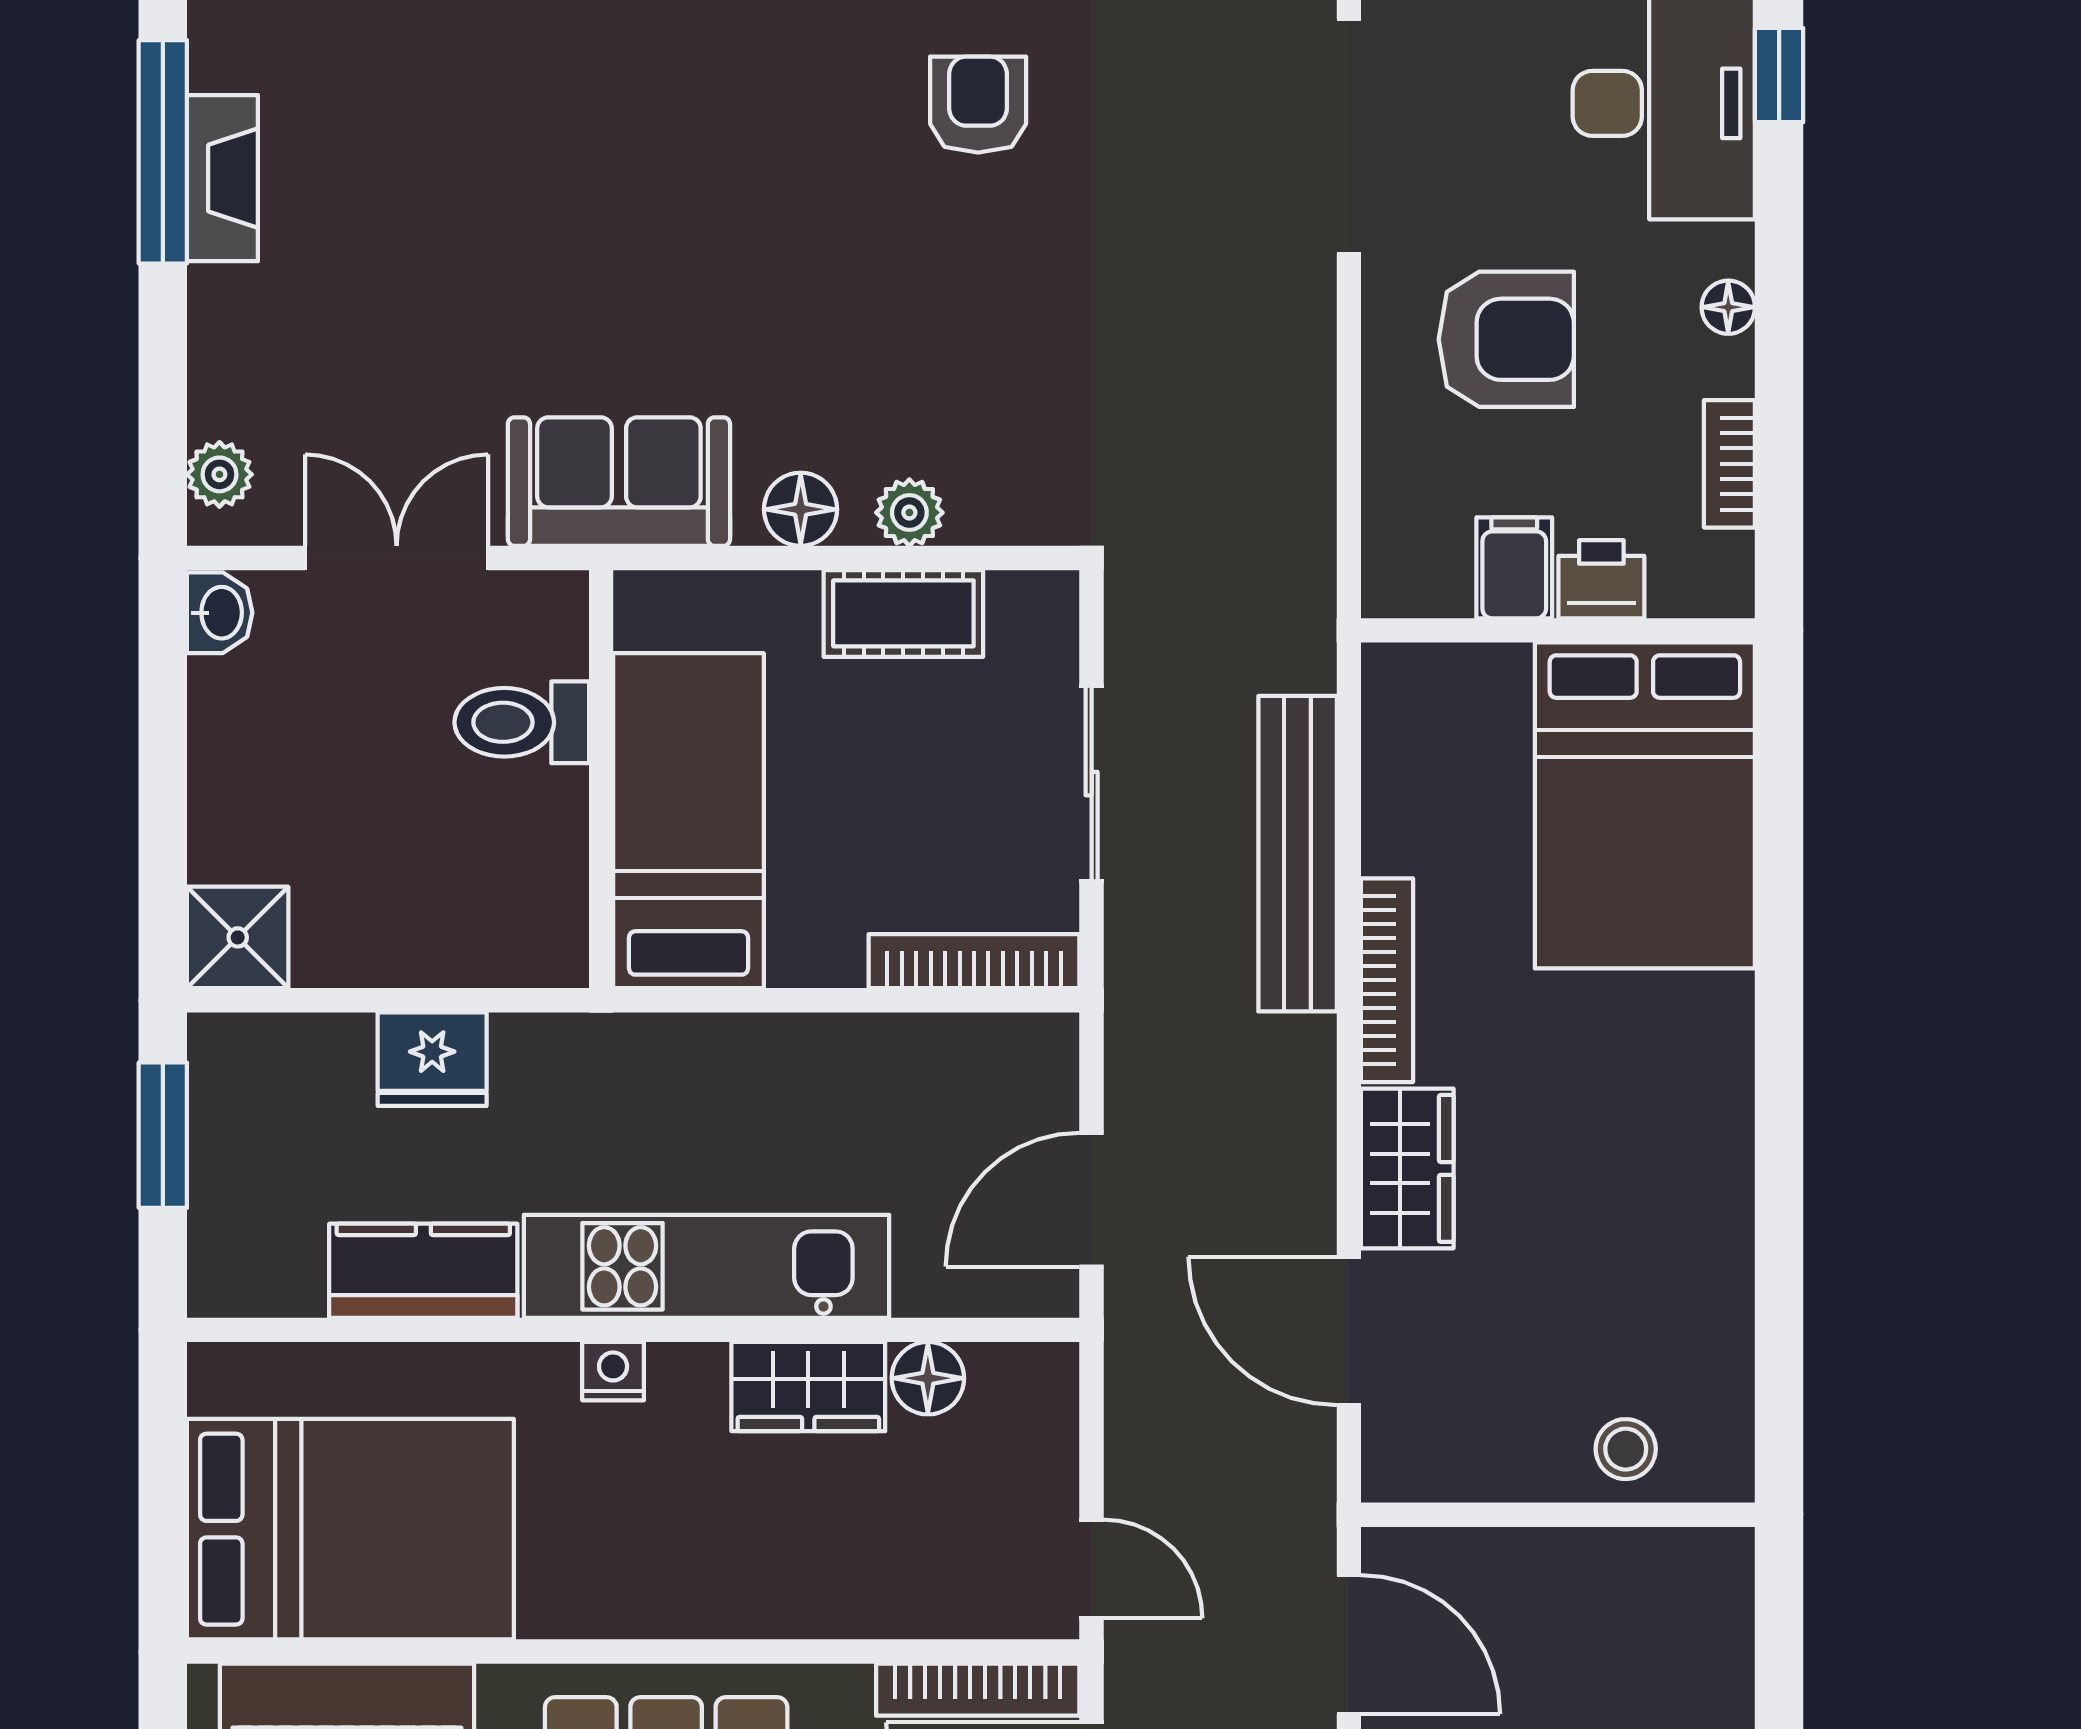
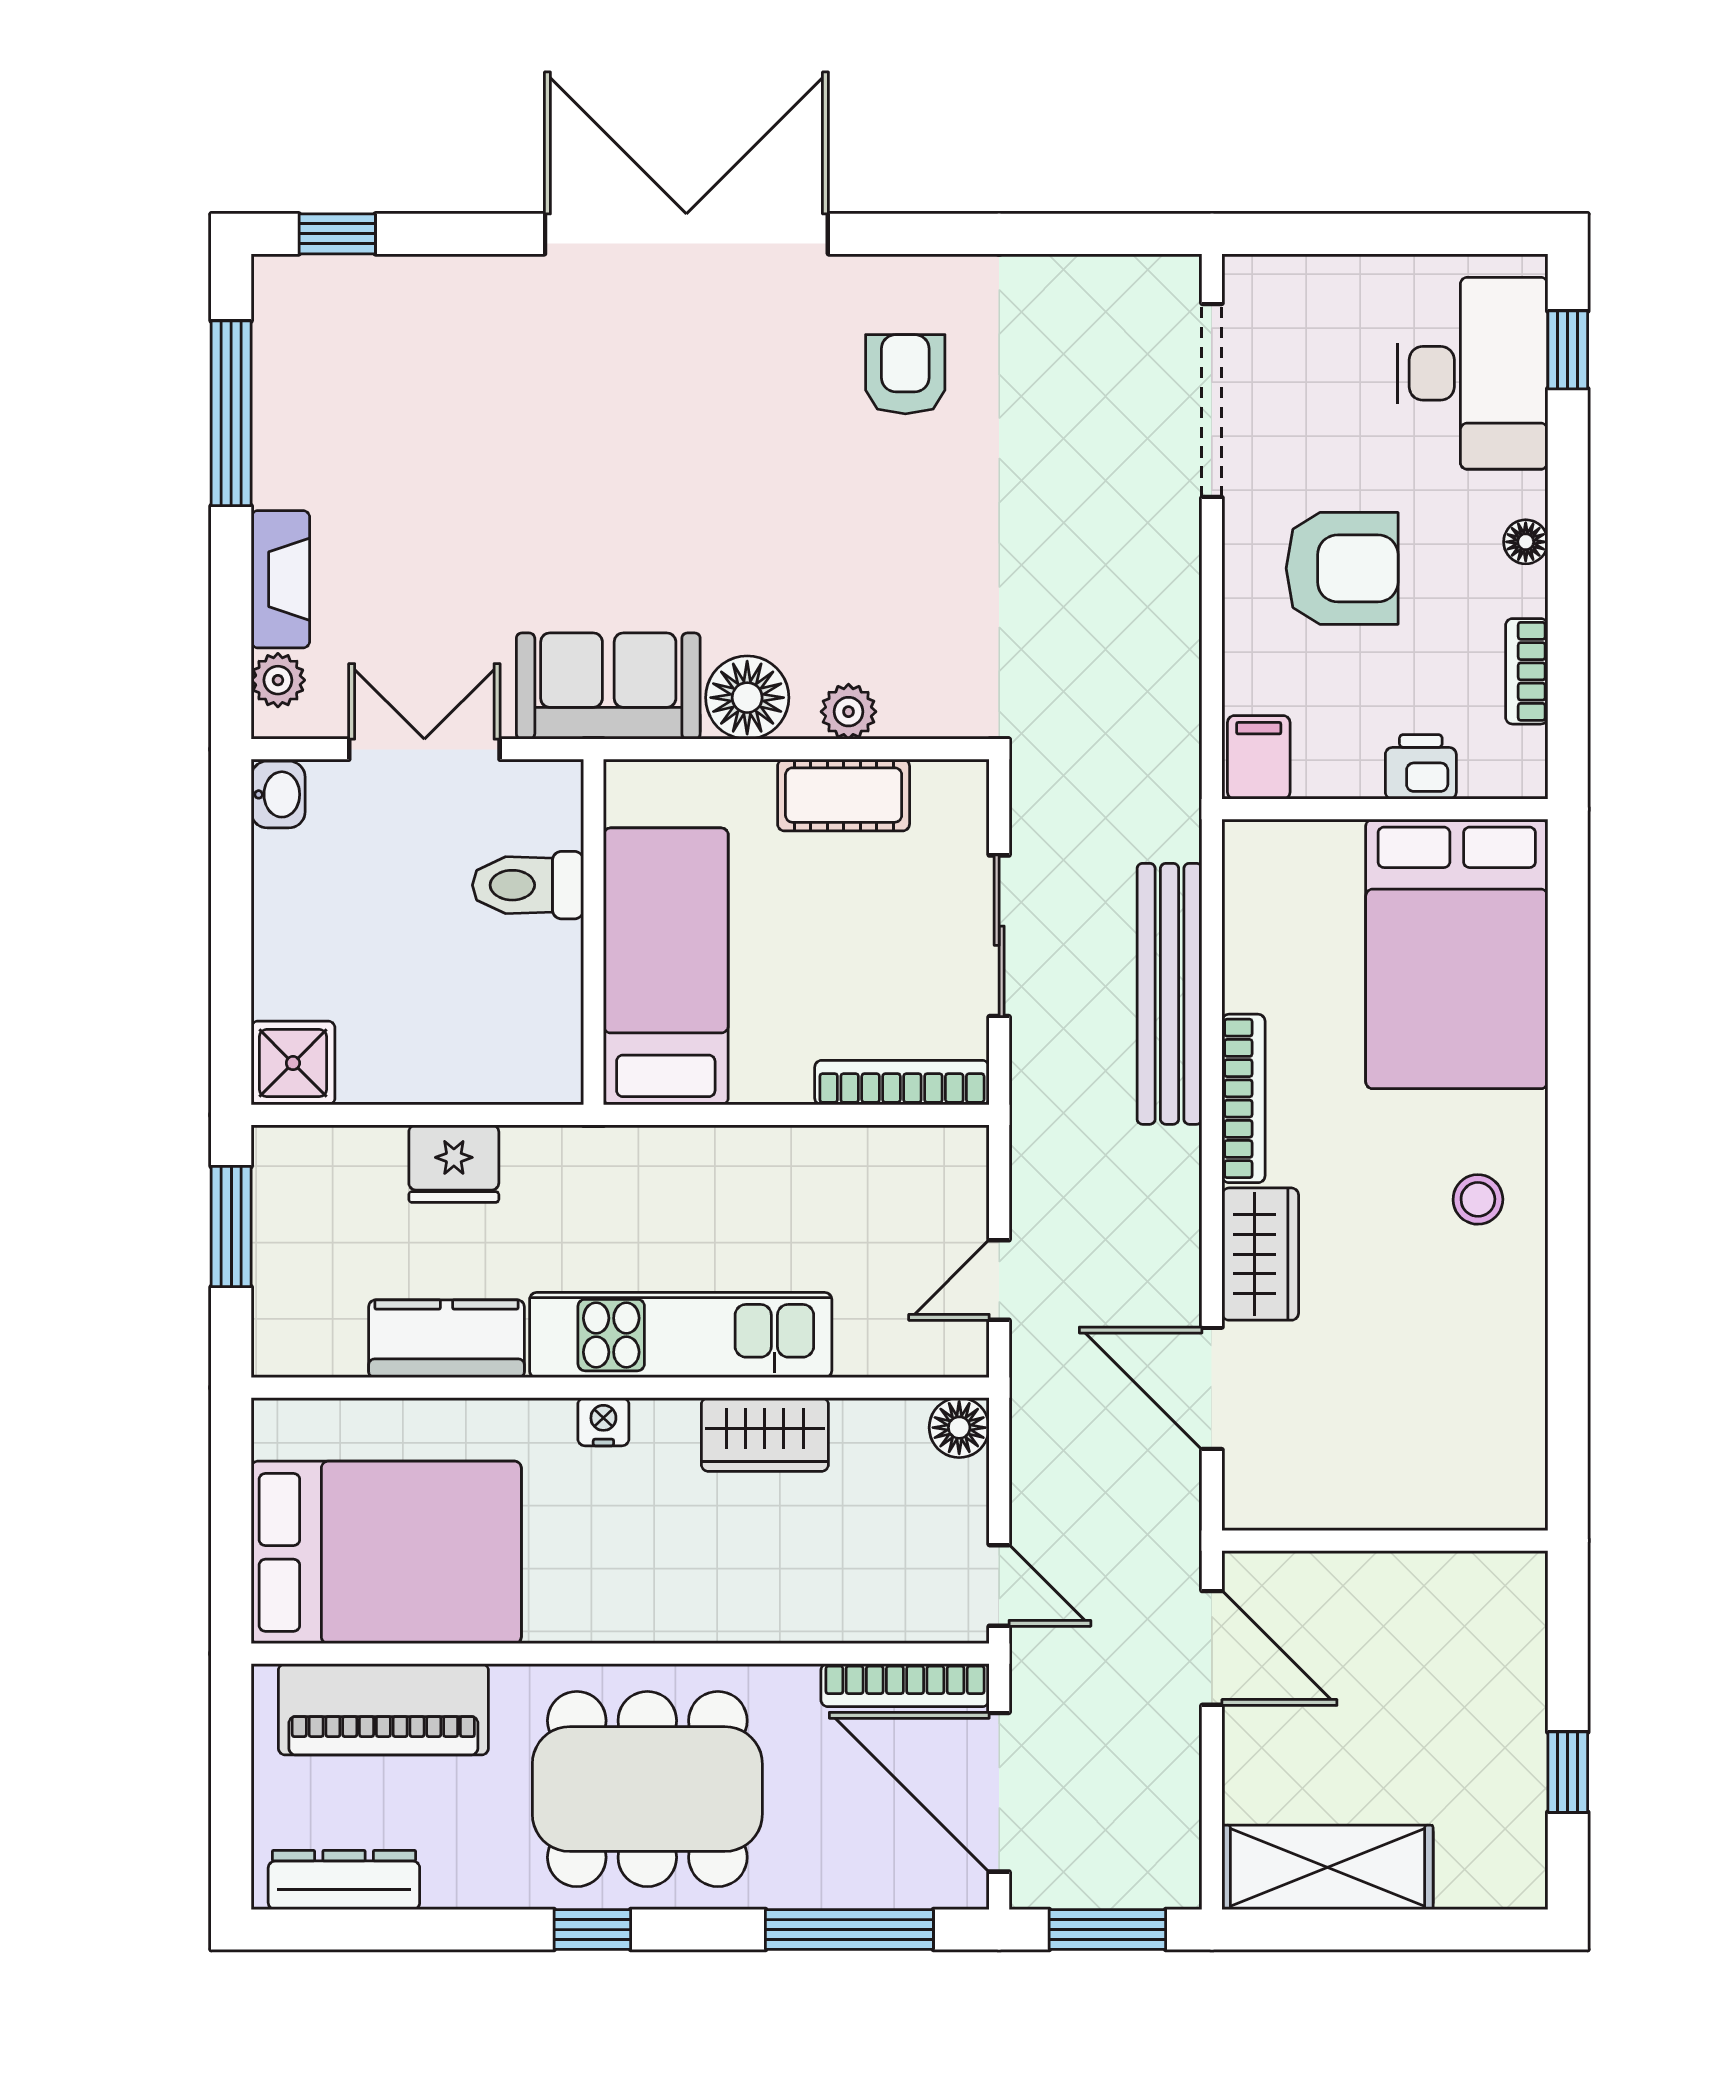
fireplace: (222, 178) -> (280, 579), moved
floor lamp: (801, 509) -> (747, 698), width x1.38, depth x1.38
filing cabinet: (1514, 568) -> (1259, 757), moved
door: (1092, 1200) -> (999, 1280), width x0.73
floor lamp: (928, 1378) -> (959, 1428), moved
stool: (1626, 1449) -> (1478, 1199), moved

